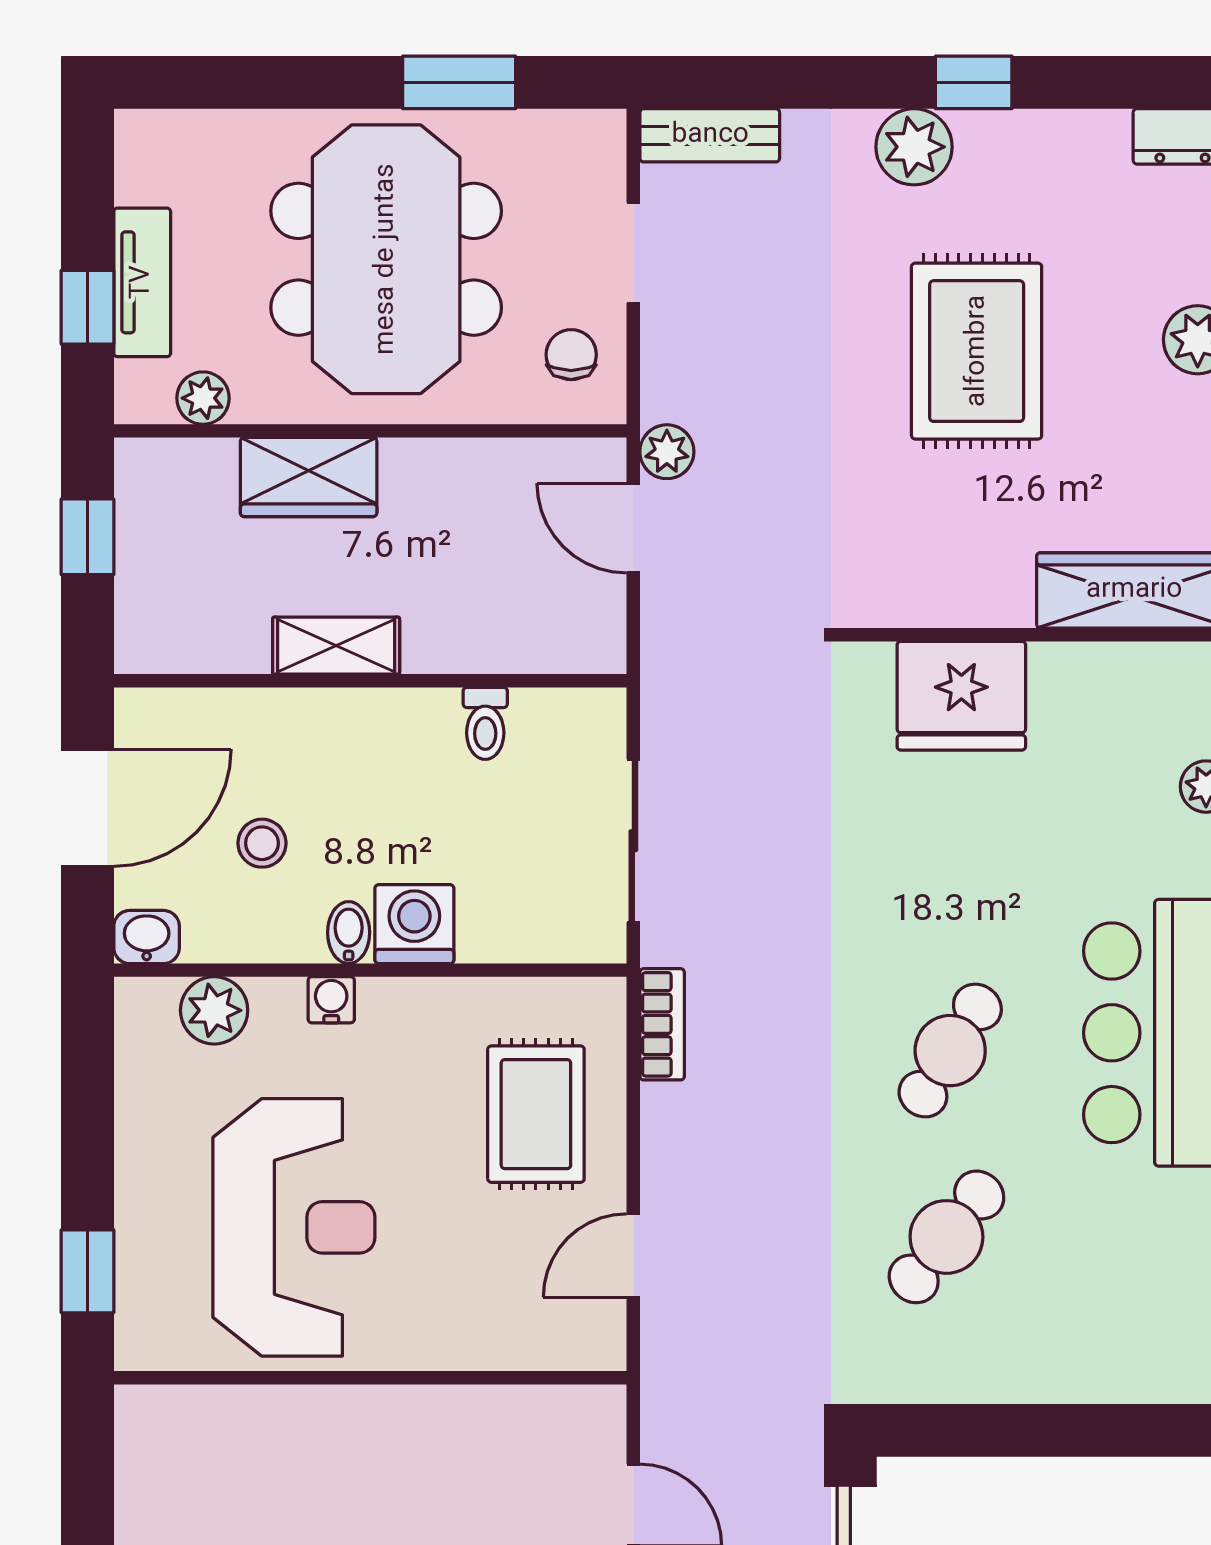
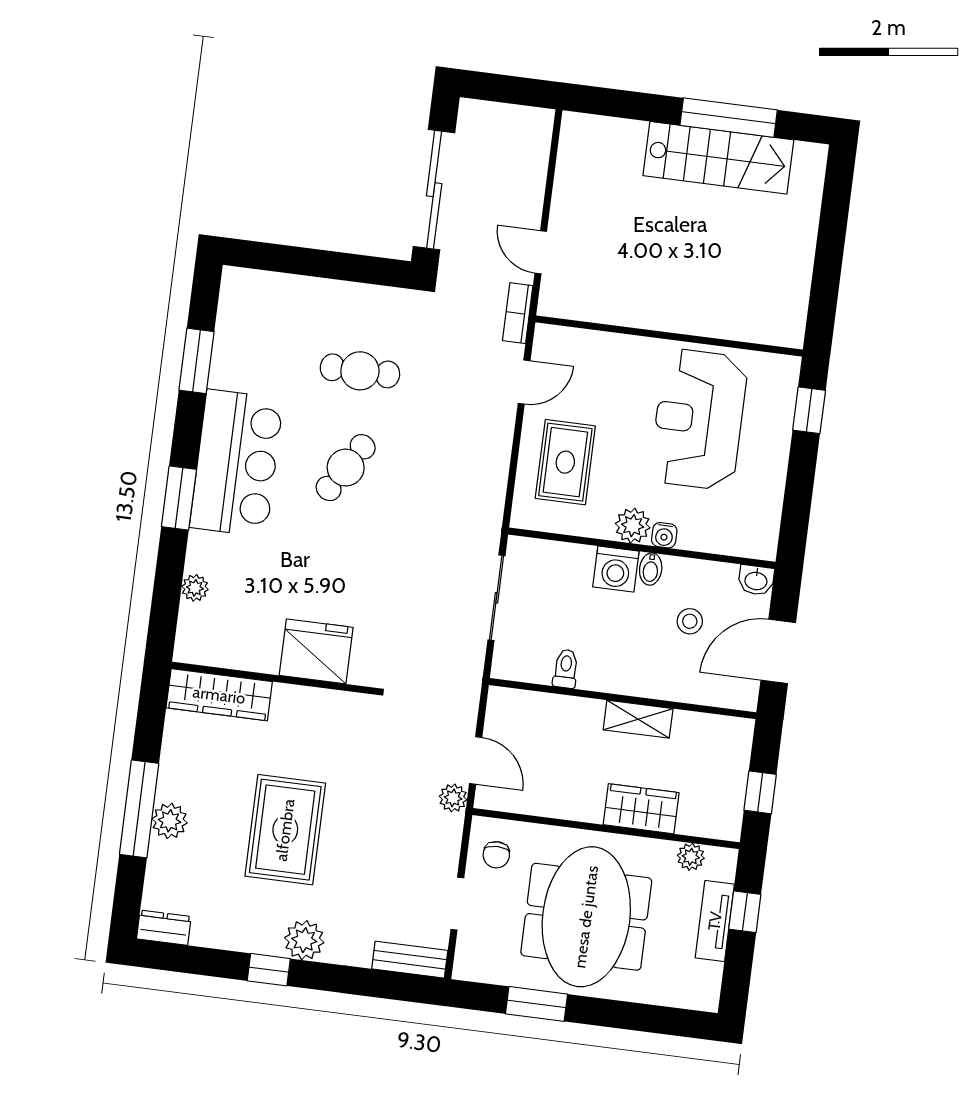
plant: (214, 1010) -> (633, 526), moved
bookcase: (662, 1024) -> (518, 313), moved
cafe table: (946, 1237) -> (360, 371), turned 52

